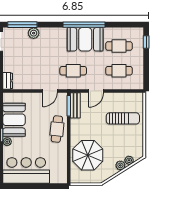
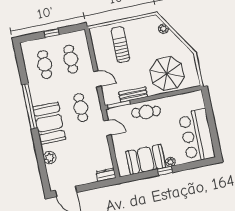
window: (22, 25) -> (43, 171), removed
booth: (85, 39) -> (49, 123), moved
window: (146, 42) -> (52, 33), moved
bench: (75, 105) -> (133, 94), moved
plant: (120, 165) -> (171, 37), removed

